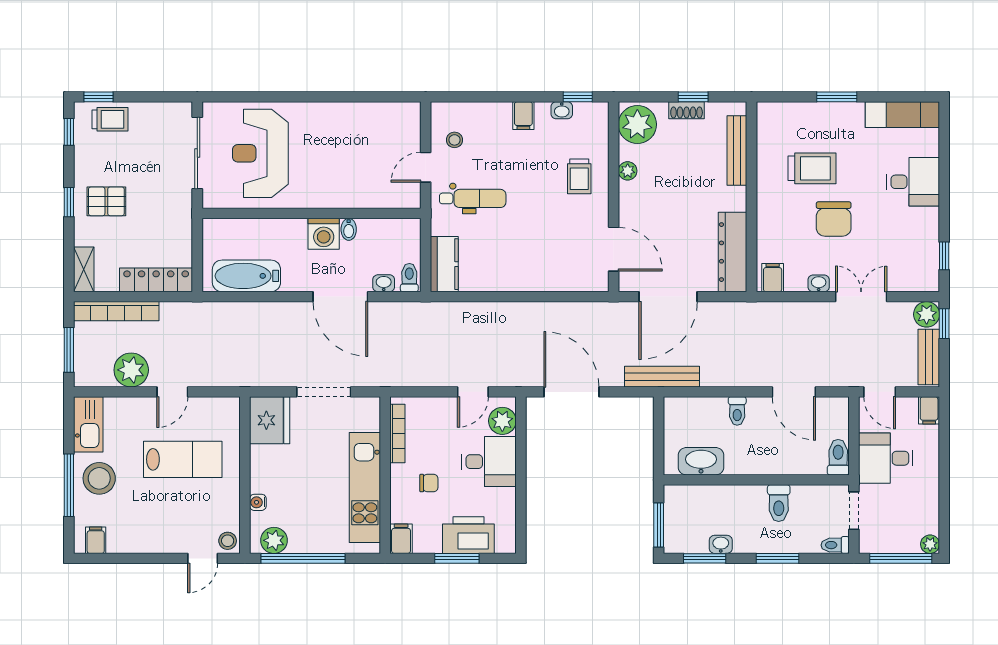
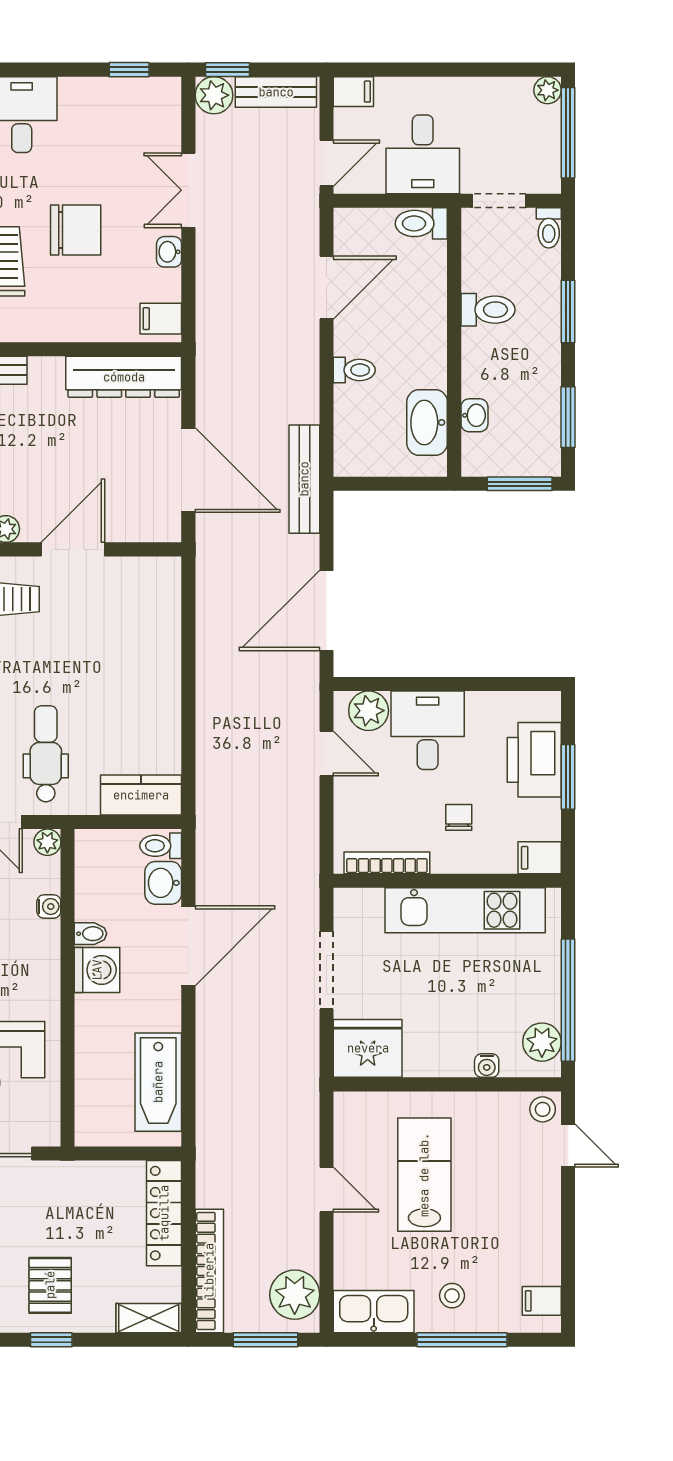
plant: (412, 200) -> (47, 842), added
water cooler: (367, 201) -> (49, 907), added
door: (614, 249) -> (73, 549), moved
washbasin: (384, 283) -> (163, 883), width x1.38, depth x1.45
plant: (131, 370) -> (295, 1295), moved
stool: (99, 478) -> (452, 1296), width x0.53, depth x0.53
washbasin: (721, 544) -> (474, 415), moved, turned 180

